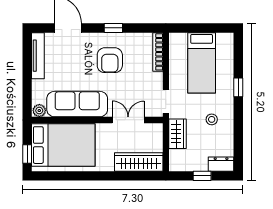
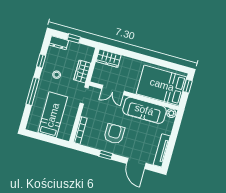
window: (238, 87) -> (33, 91), width x2.17
window: (238, 132) -> (41, 61), added
wardrobe: (139, 162) -> (108, 58), width x0.67

